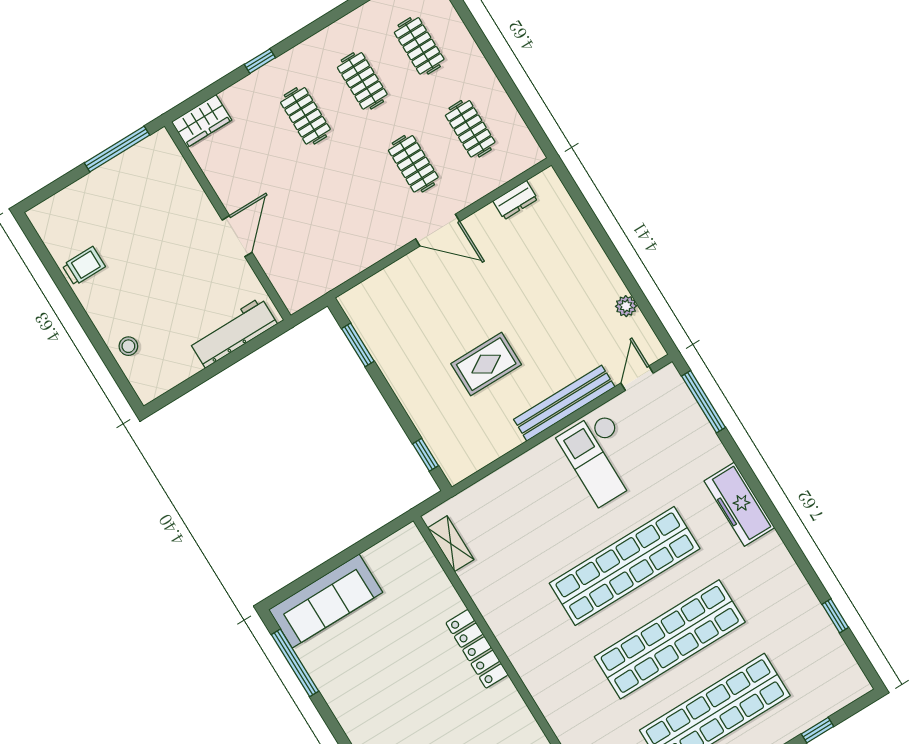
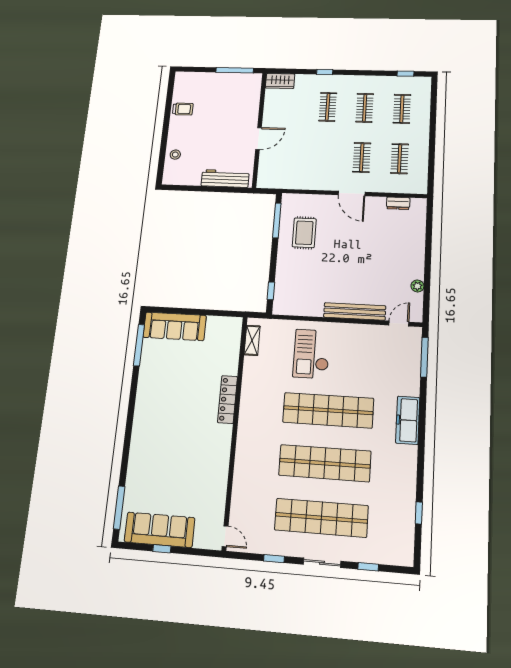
window: (358, 345) -> (277, 220), width x1.44
rug: (486, 364) -> (304, 233), moved, turned 90
checkout: (601, 458) -> (311, 354), moved

